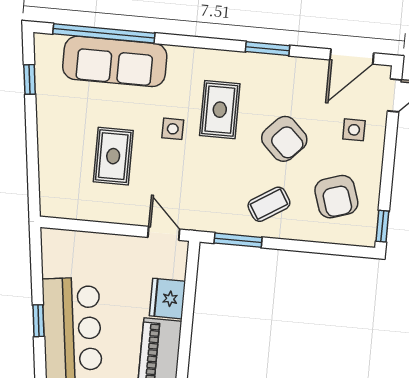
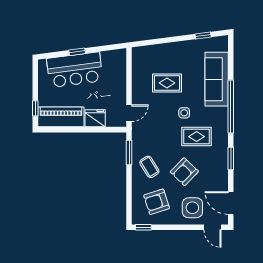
window: (104, 33) -> (231, 106), moved
side table: (354, 130) -> (192, 208), width x1.87, depth x1.87

